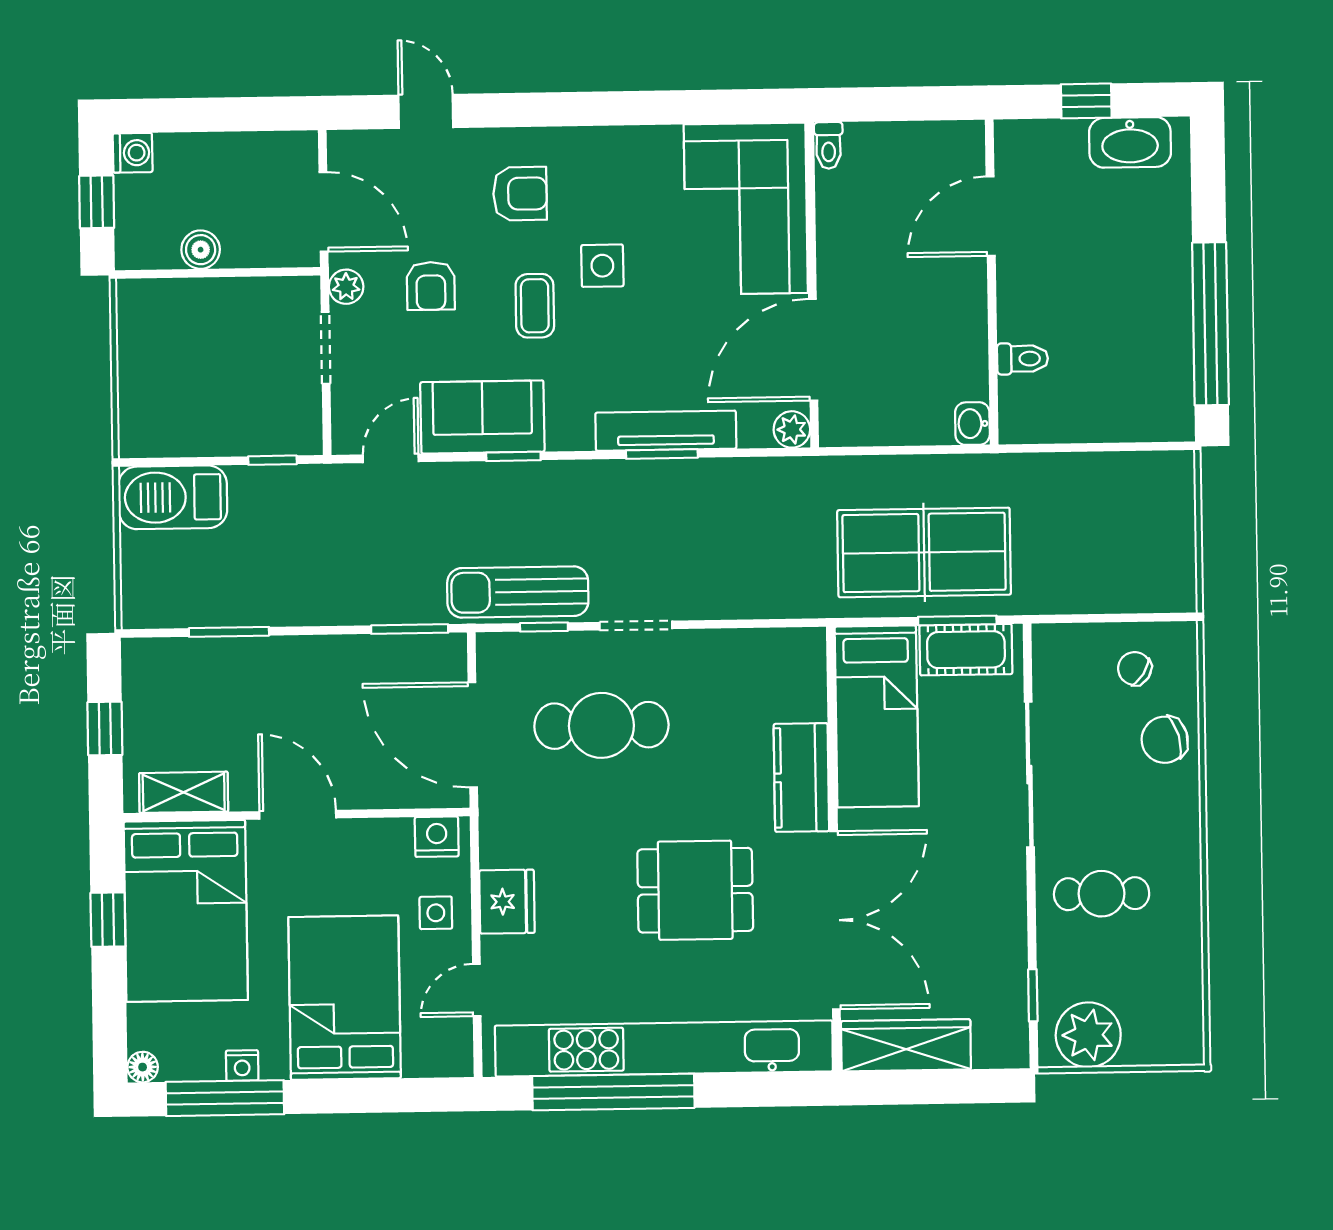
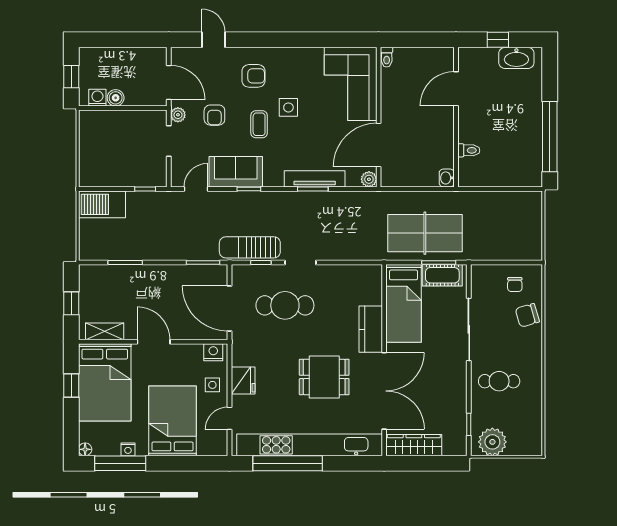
washing machine: (133, 153) -> (97, 98), moved, turned -90
chair: (1135, 669) -> (515, 284), turned -123

